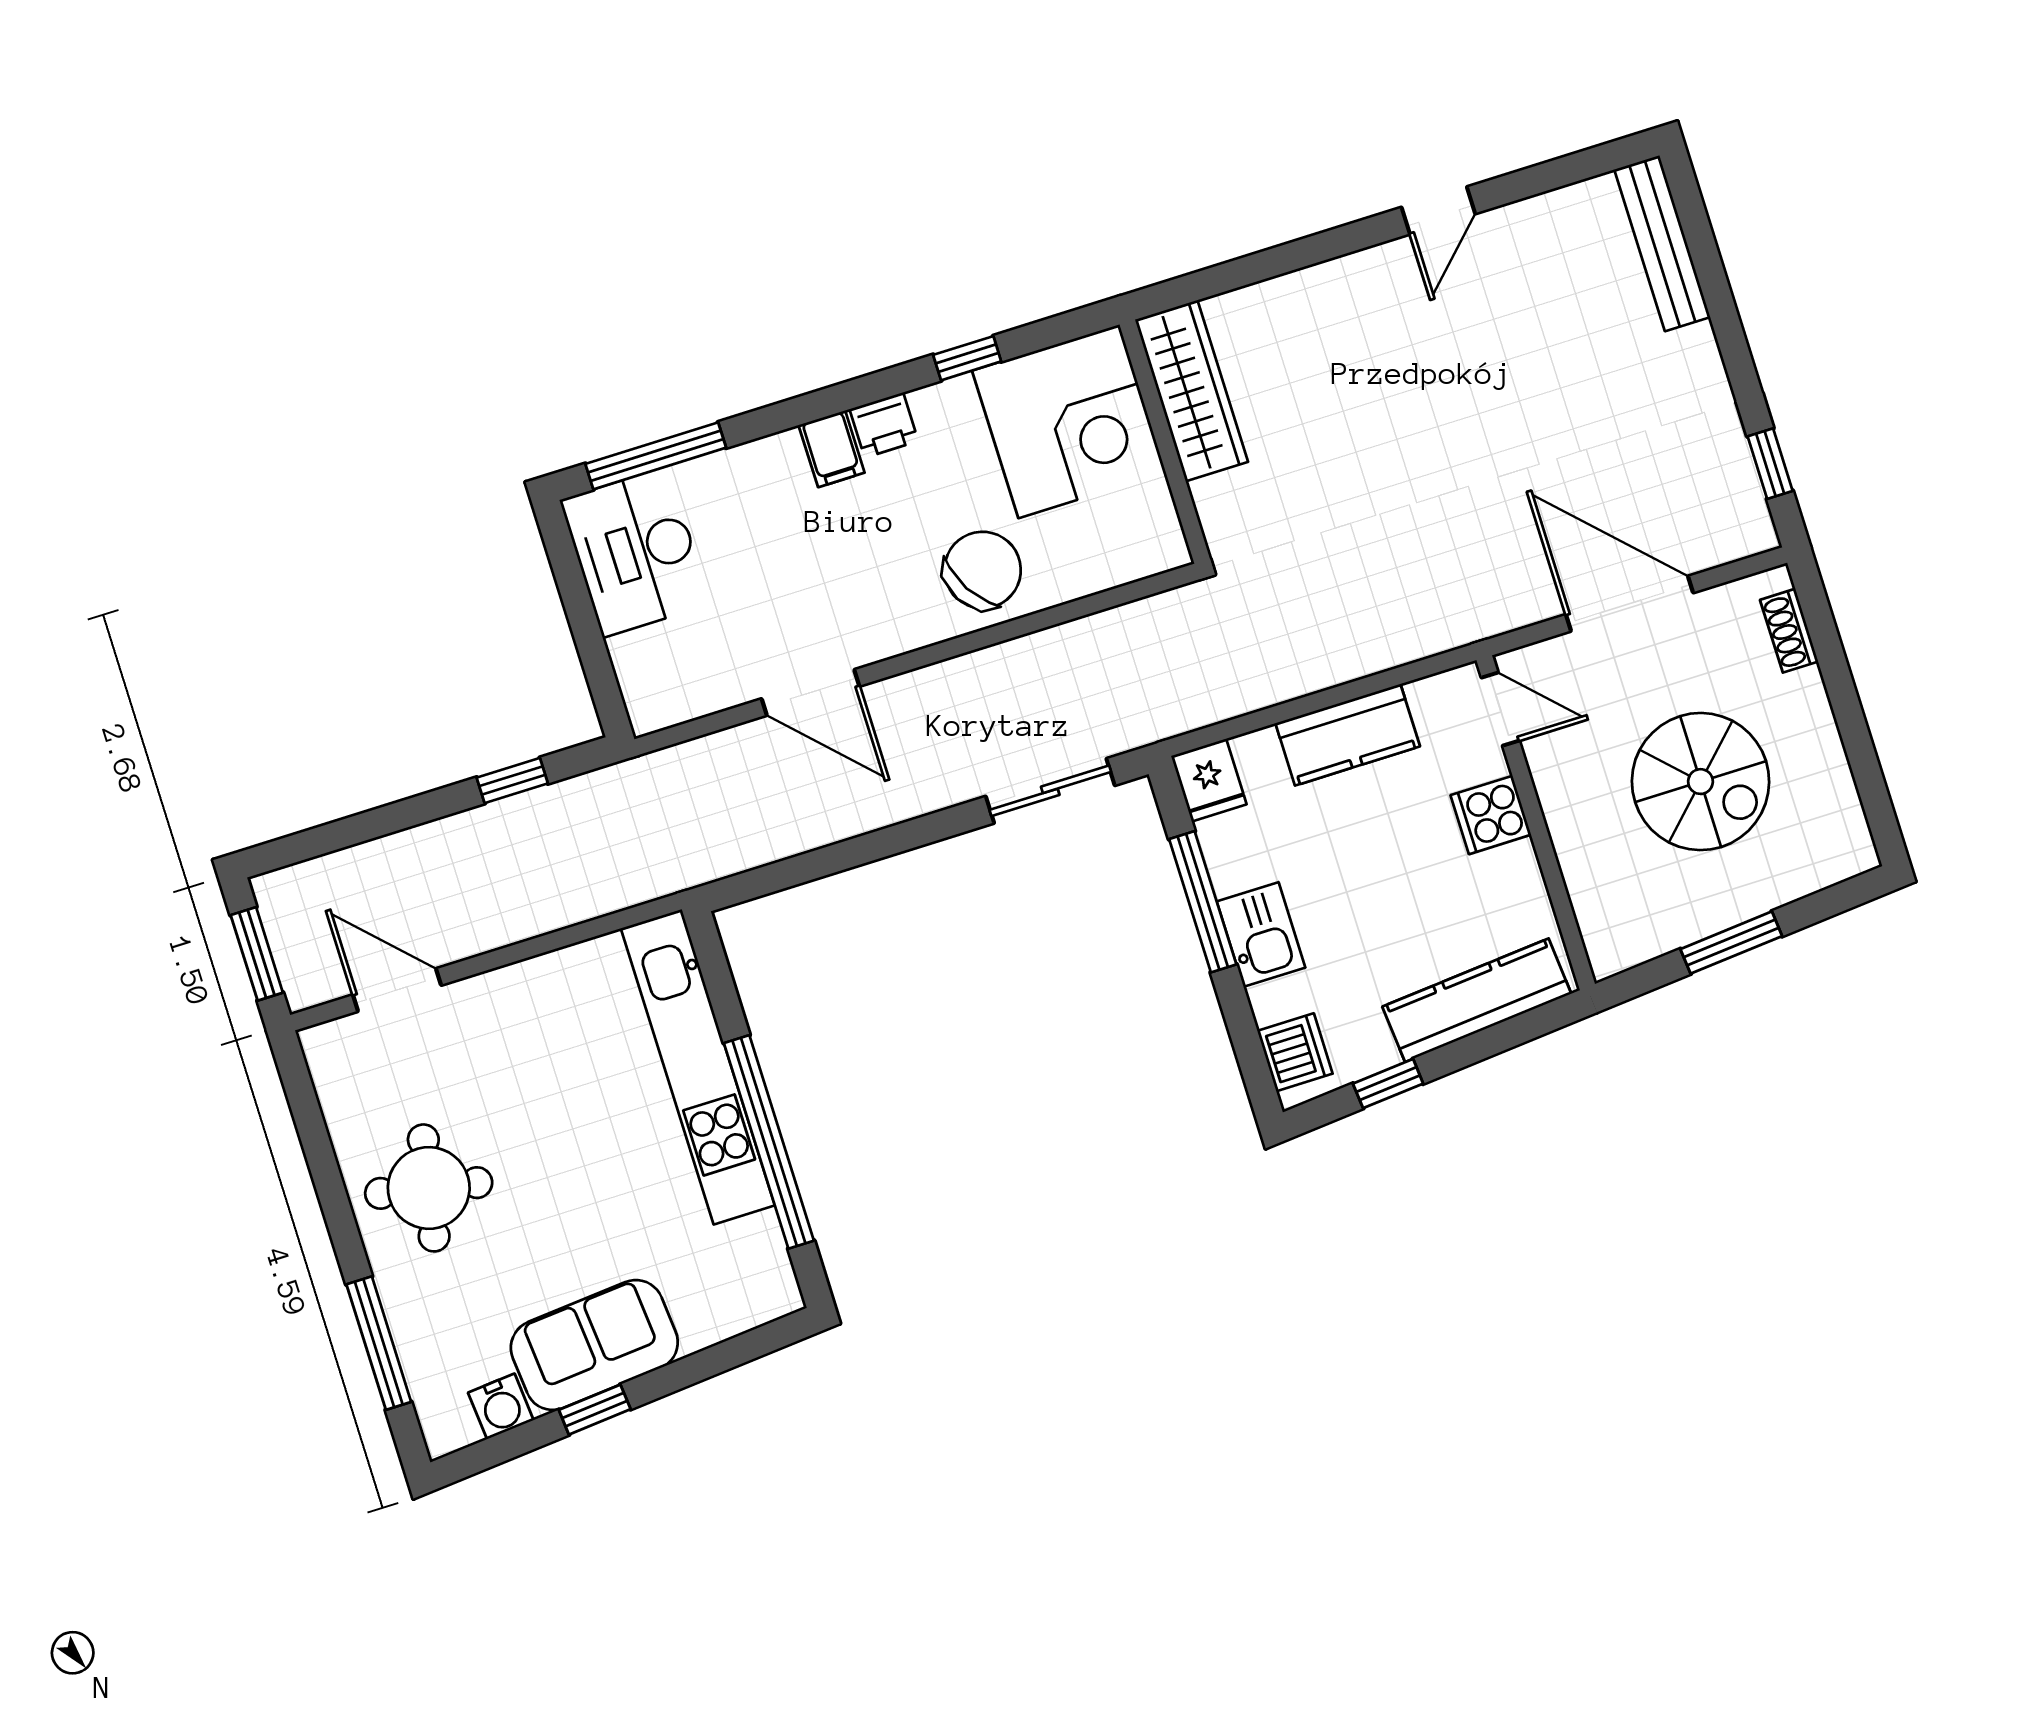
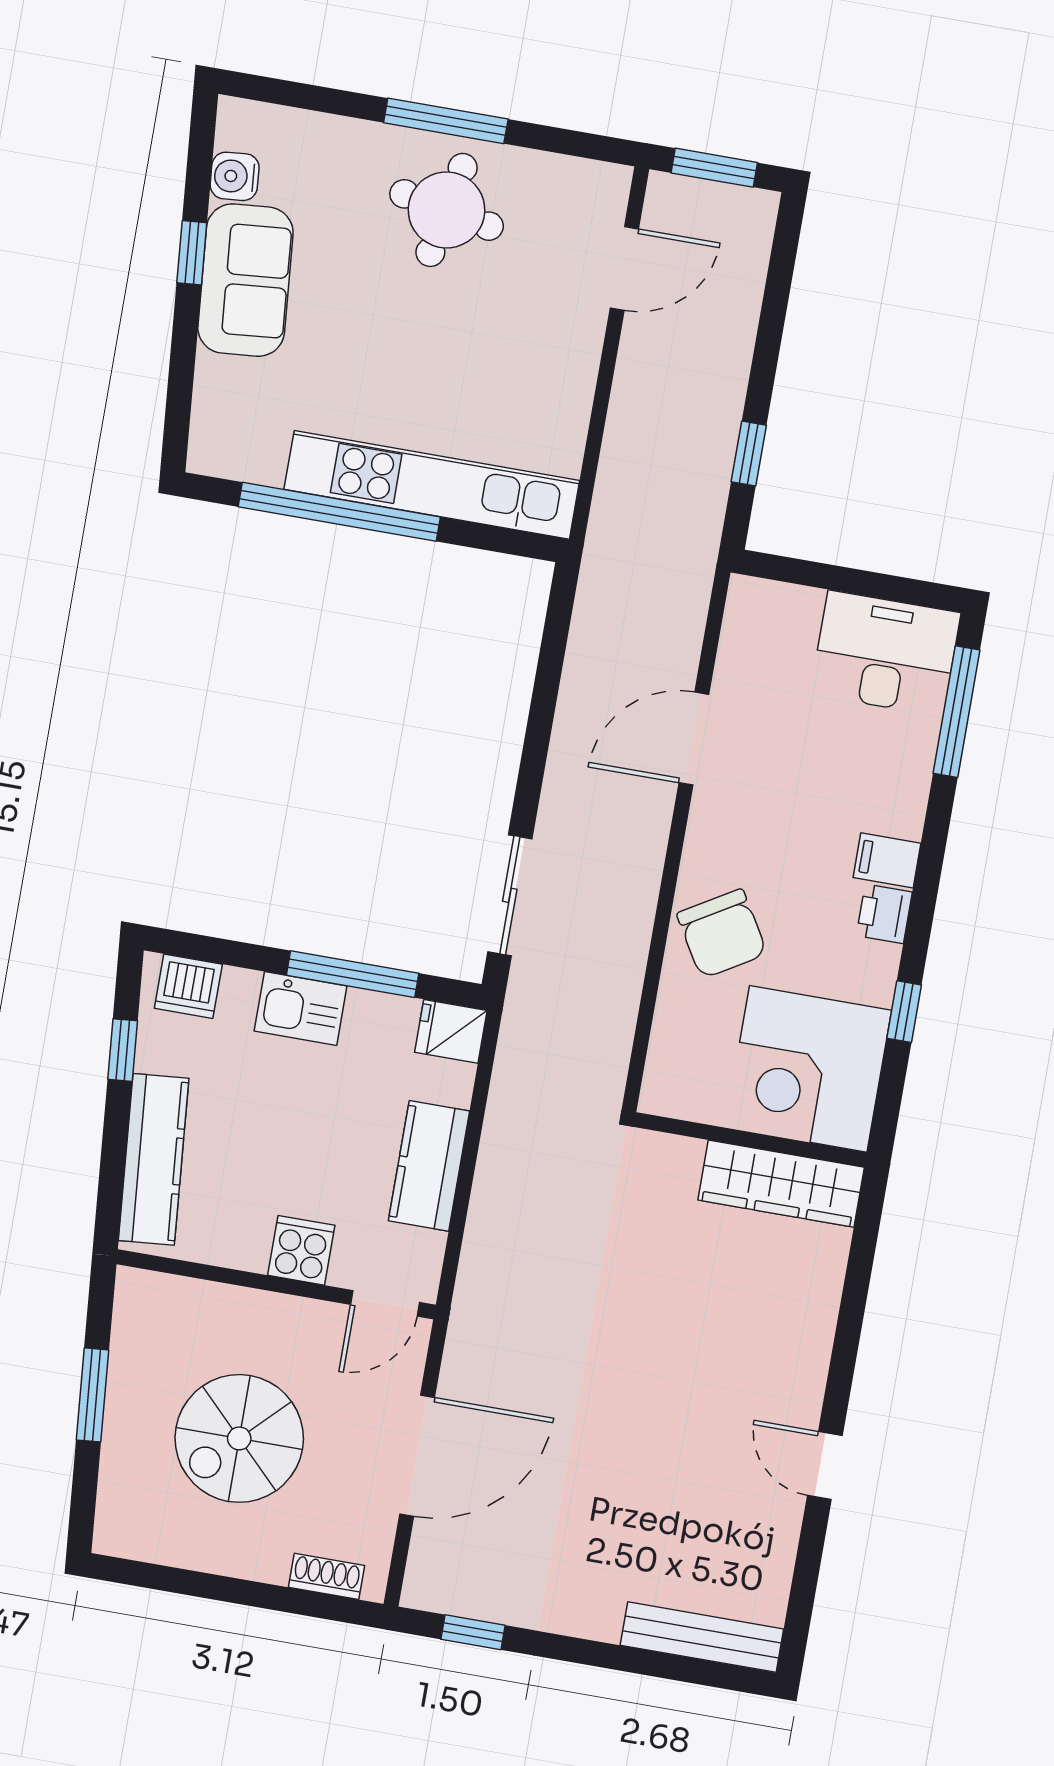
window: (379, 1343) -> (446, 121), moved

